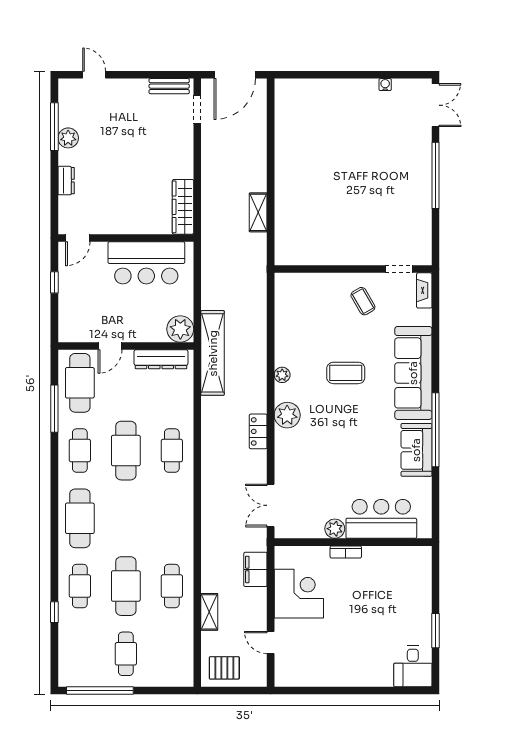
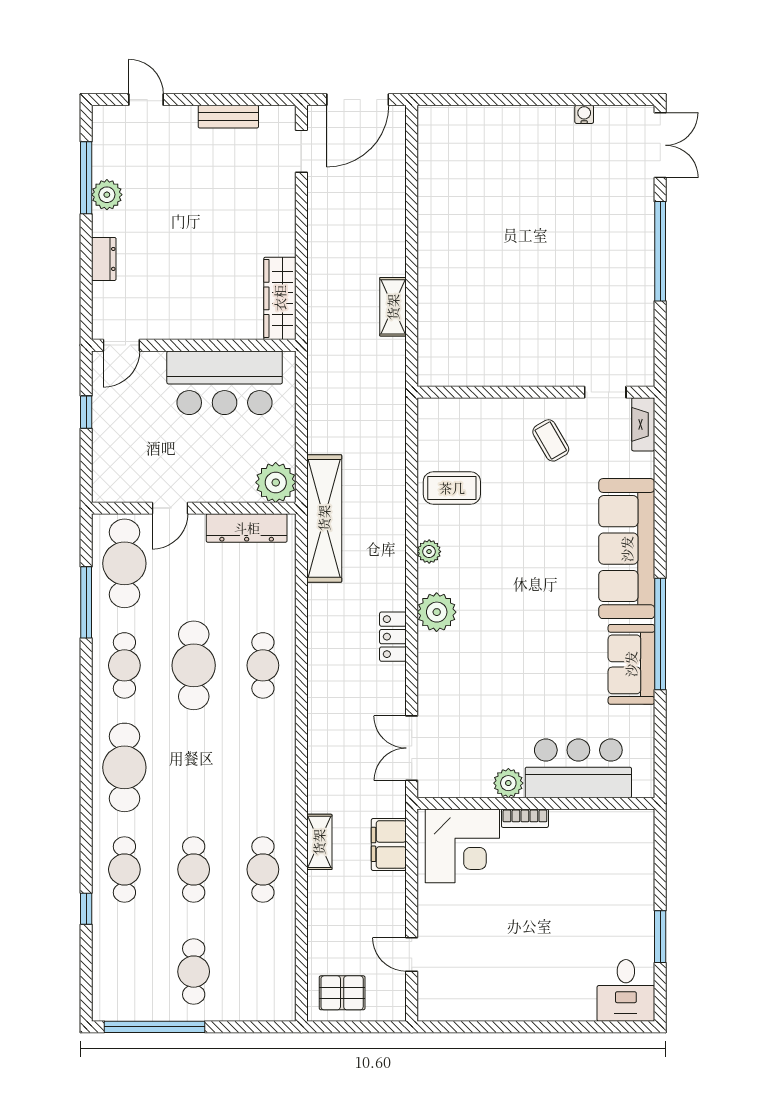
bench: (169, 86) -> (228, 117), moved
coffee table: (346, 373) -> (452, 488), moved
cafe table: (126, 586) -> (194, 869), width x0.73, depth x0.74
corner desk: (299, 594) -> (462, 846), moved, turned 90
shelving: (209, 612) -> (319, 842), moved

